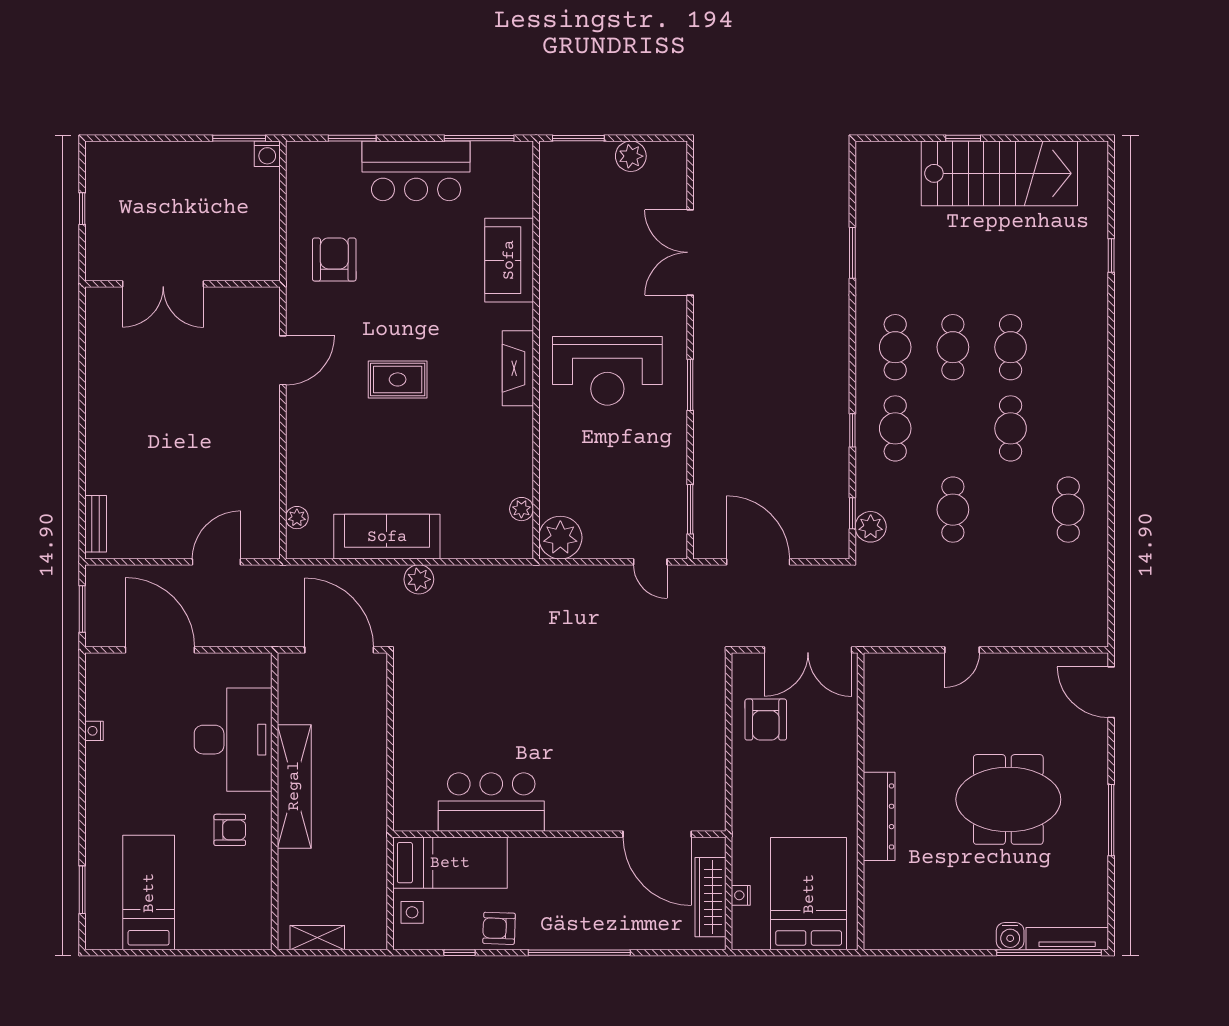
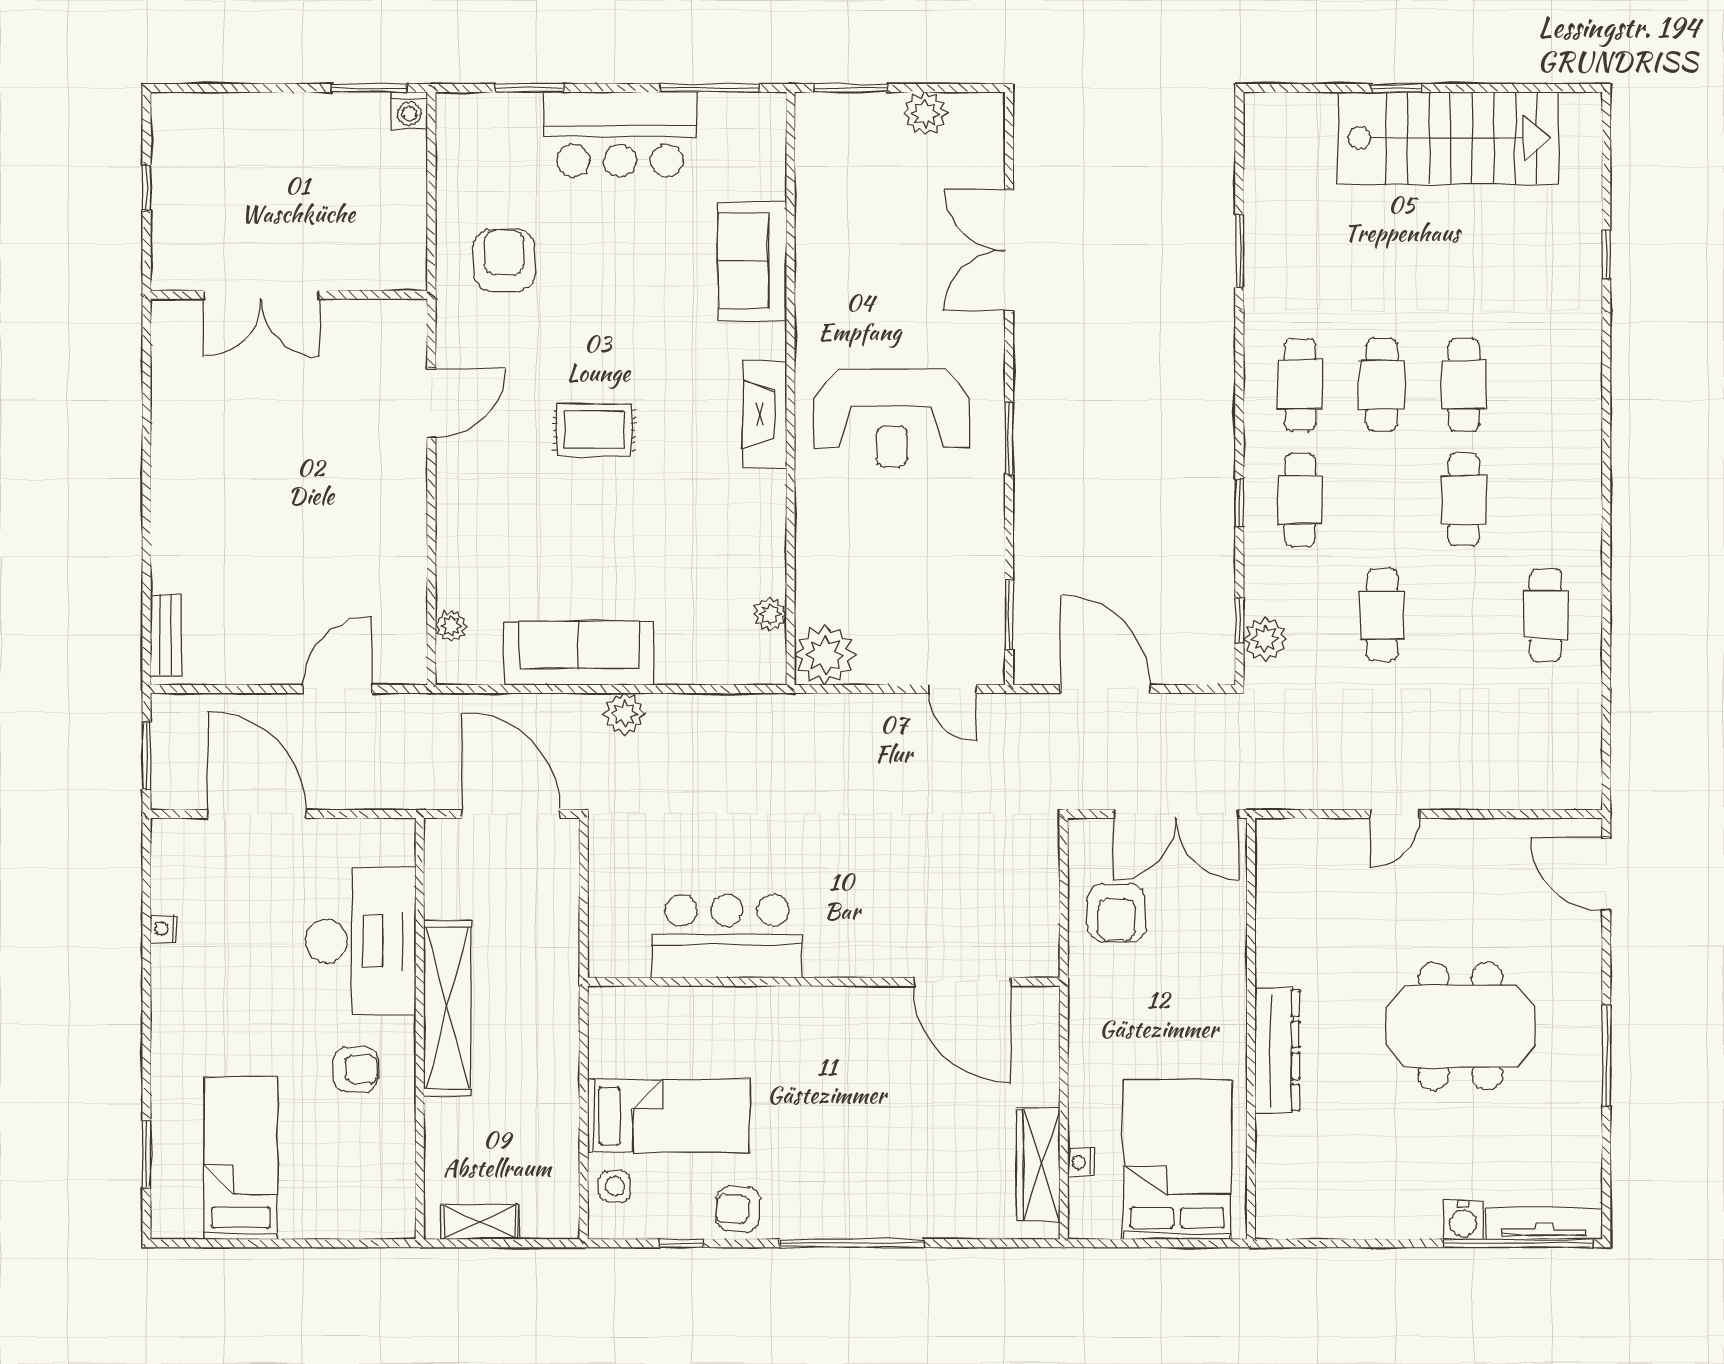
bar counter: (491, 802) -> (727, 936), moved
wall: (559, 834) -> (824, 982), moved
door: (657, 834) -> (962, 982), moved

